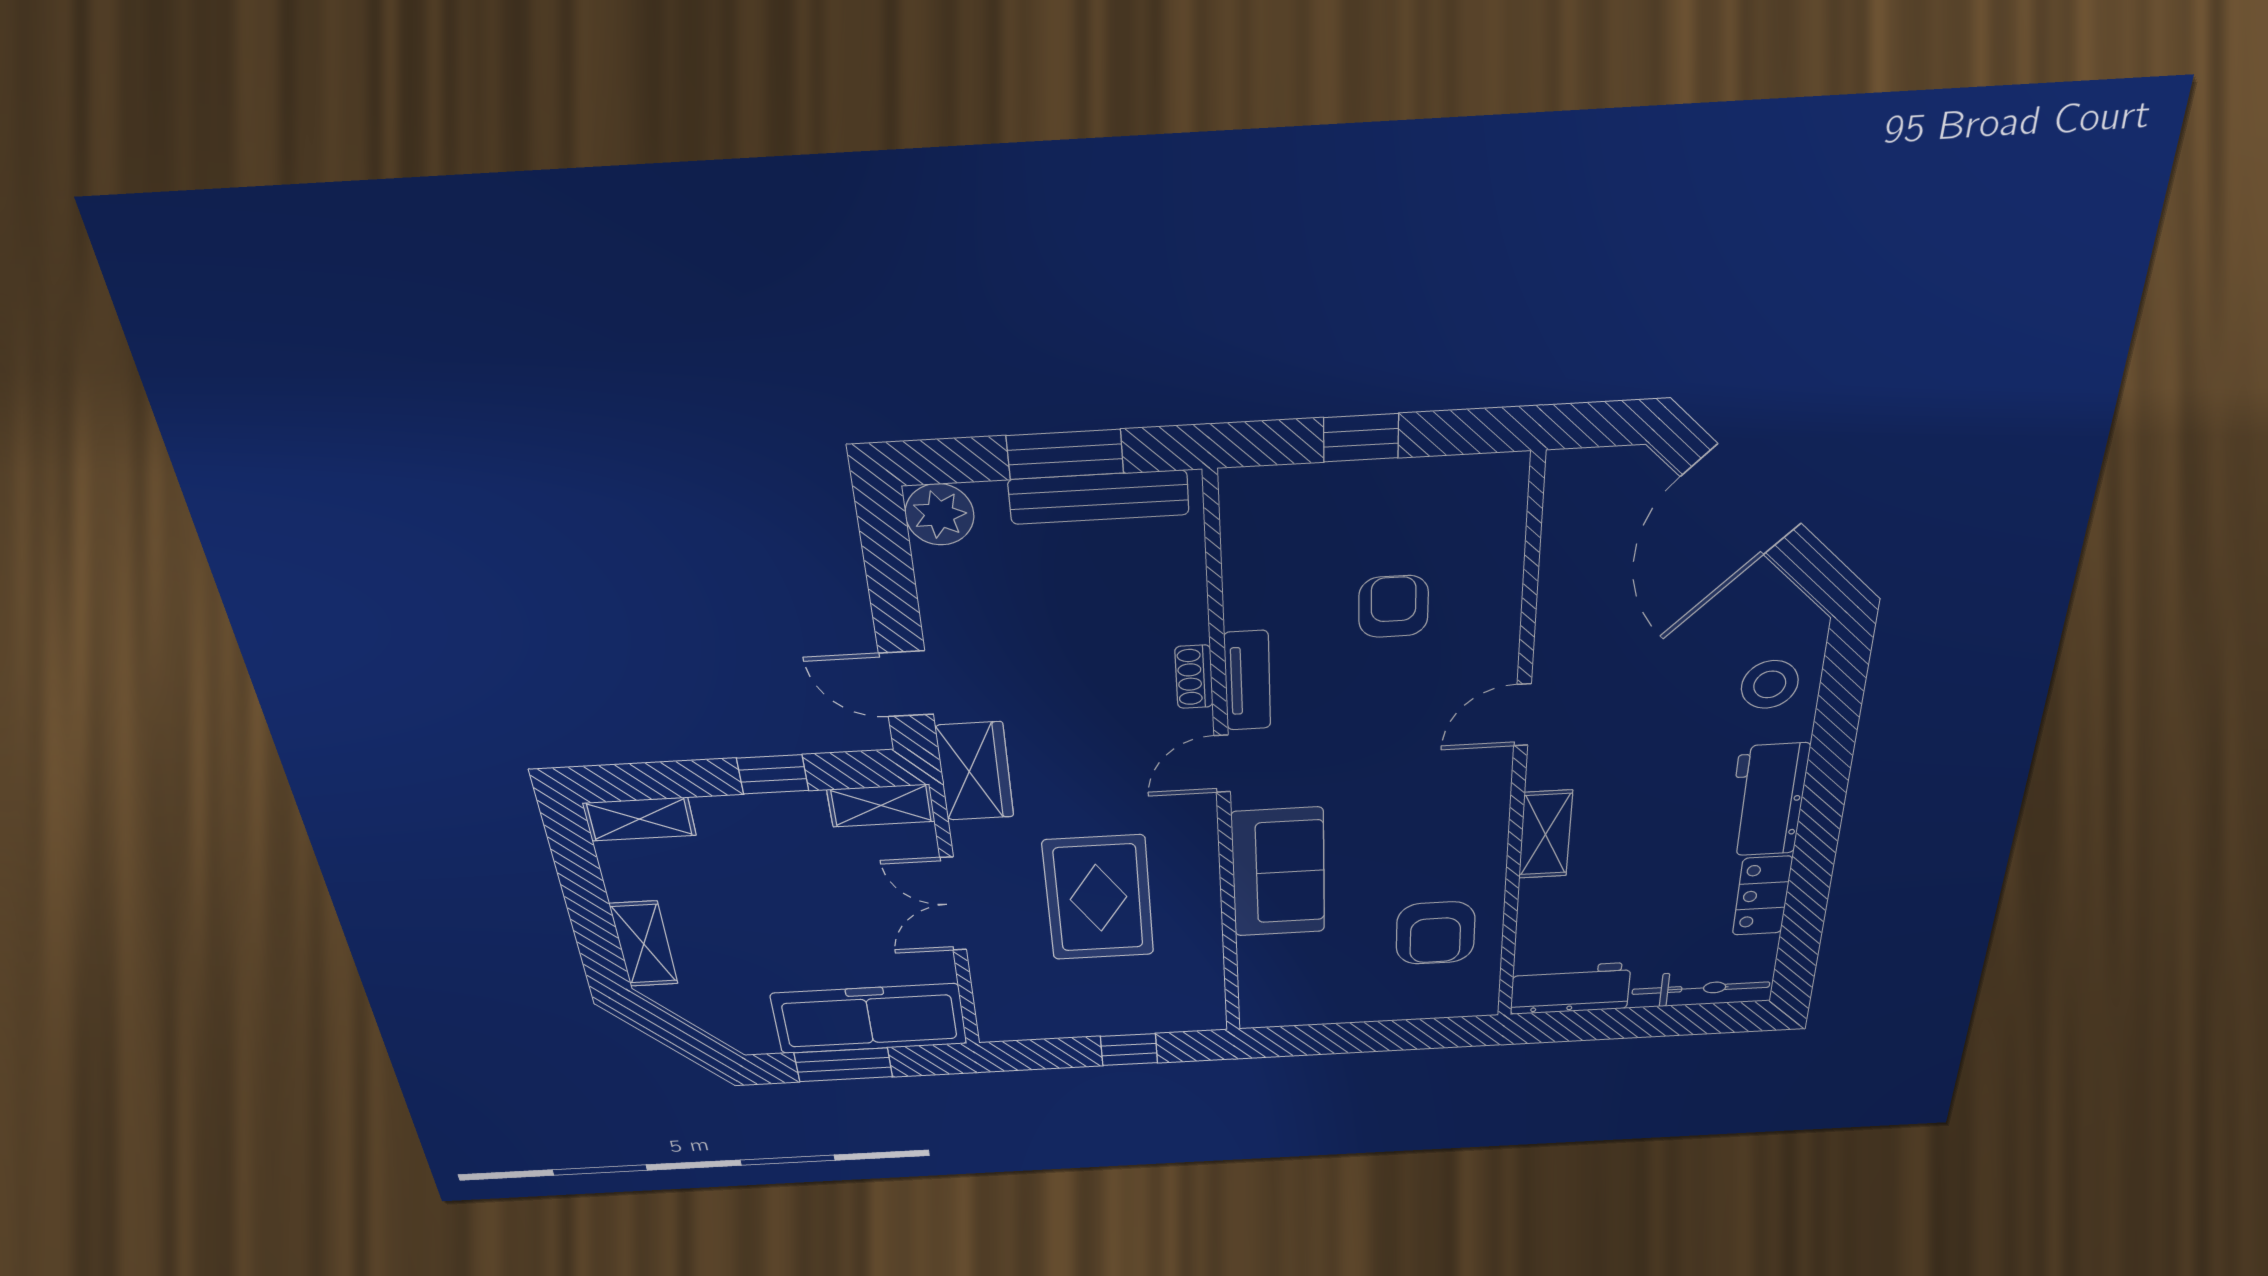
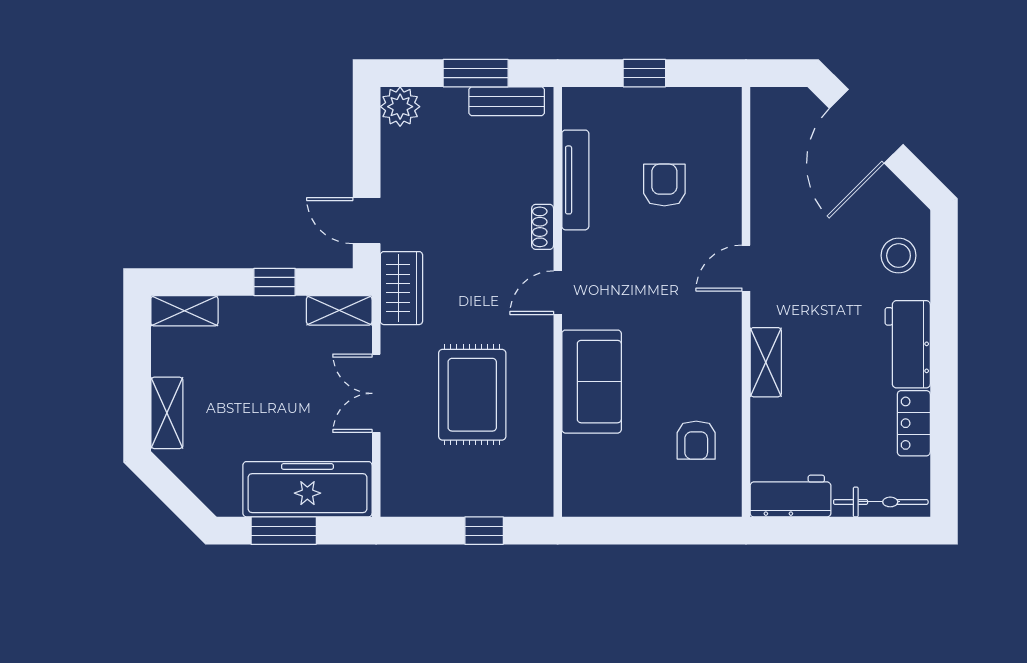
bench: (1099, 497) -> (507, 101), width x0.73
tv unit: (1247, 681) -> (575, 180), moved, width x1.41
armchair: (1435, 933) -> (696, 440), width x0.72, depth x0.72

